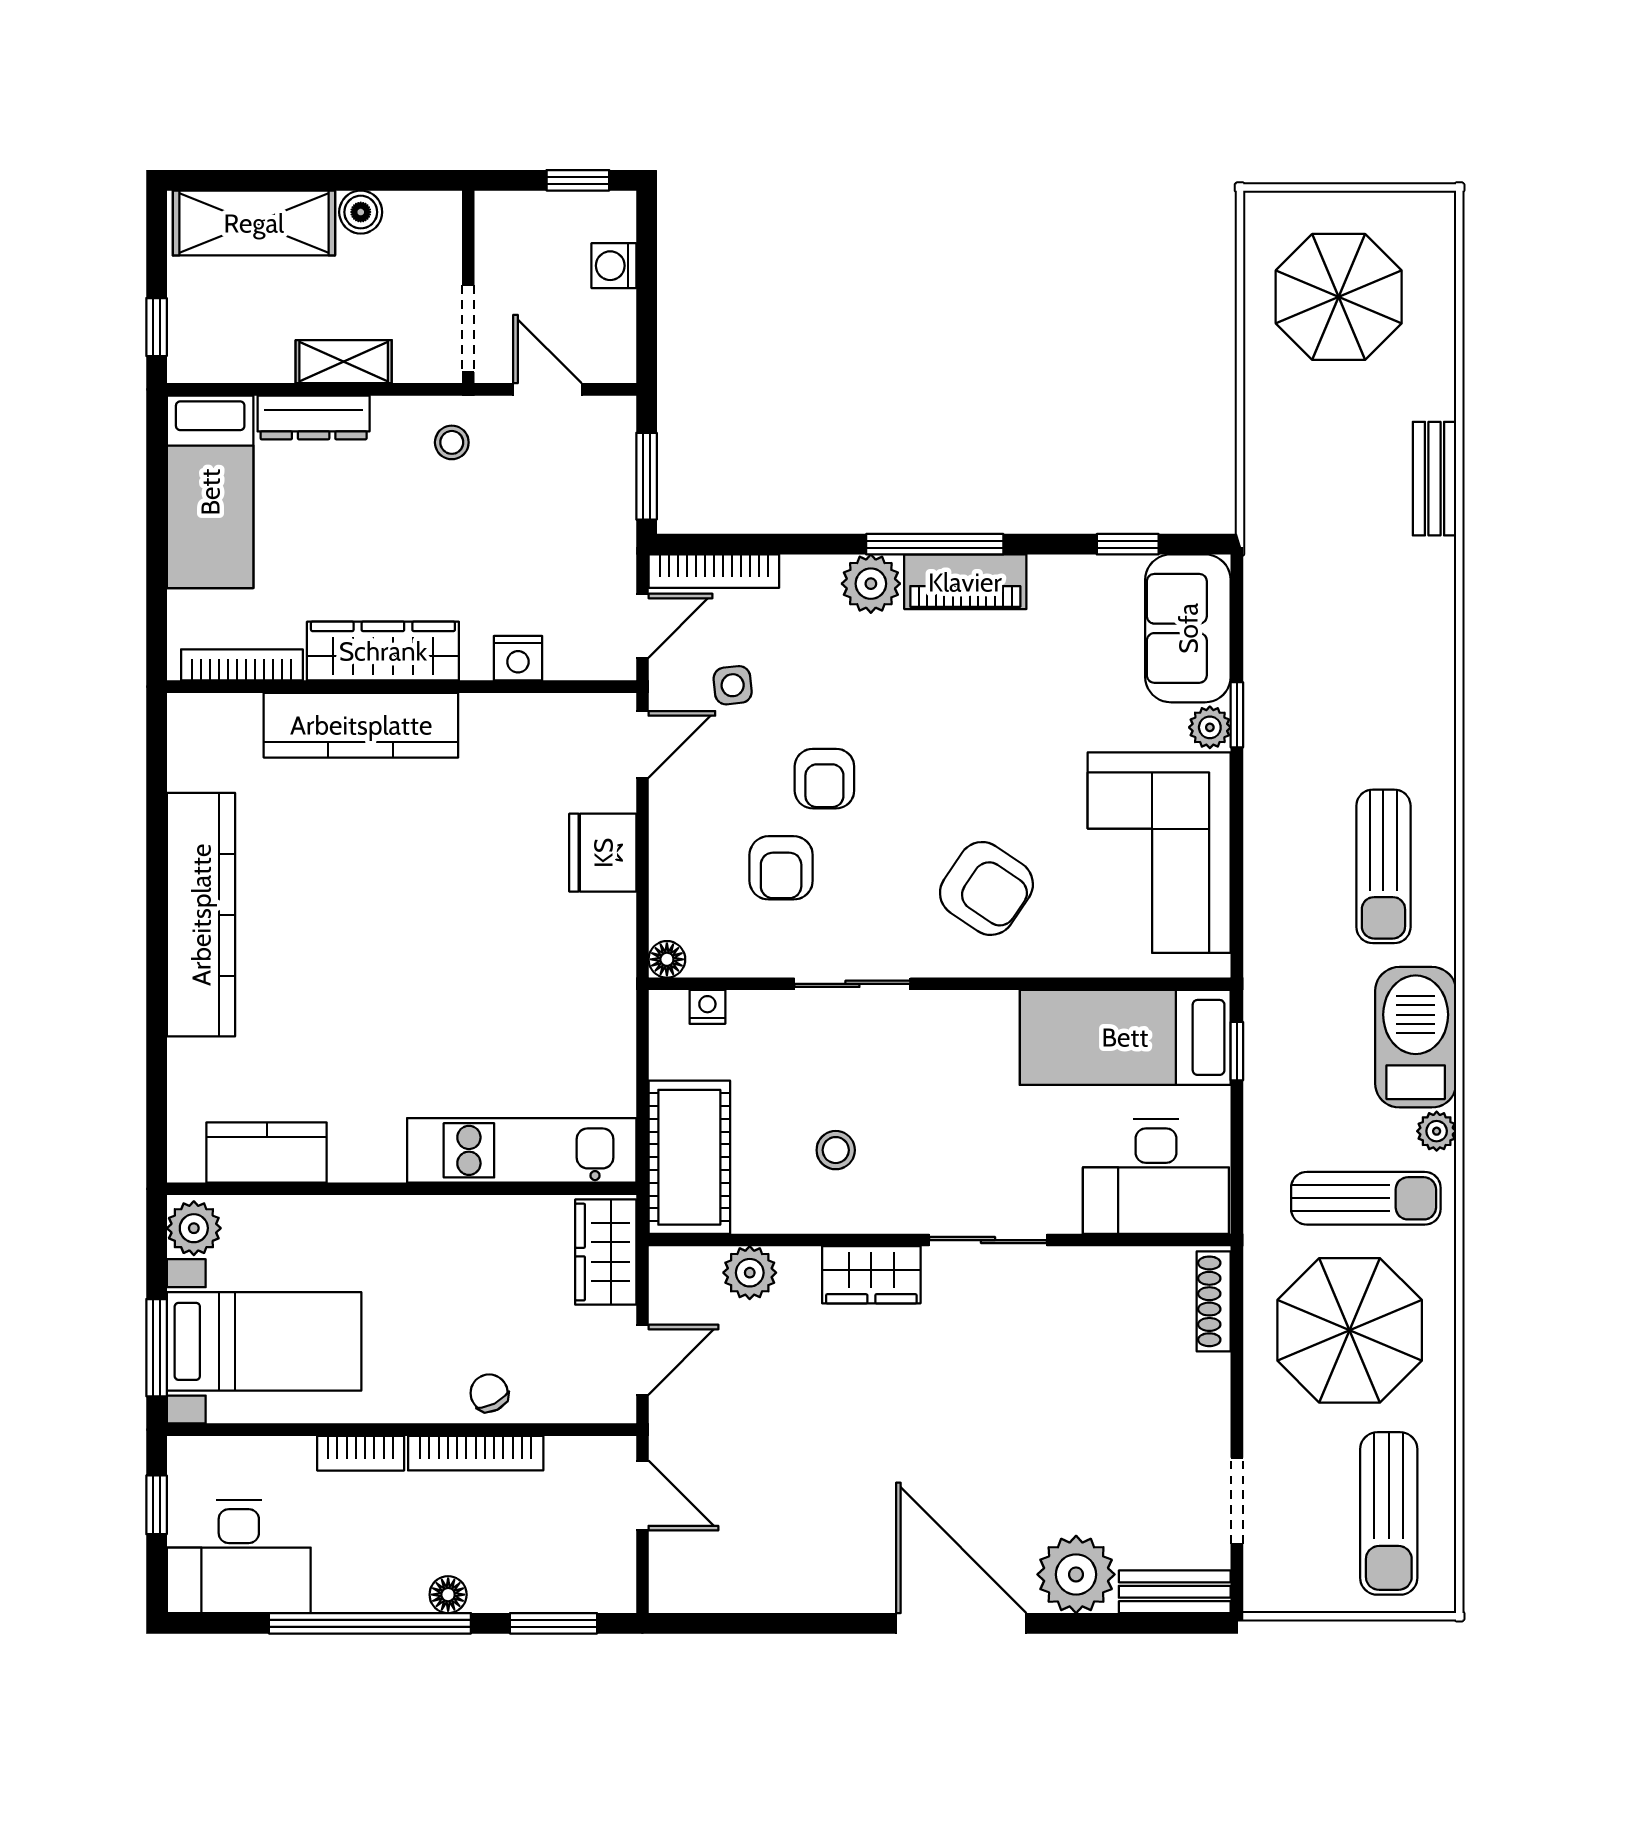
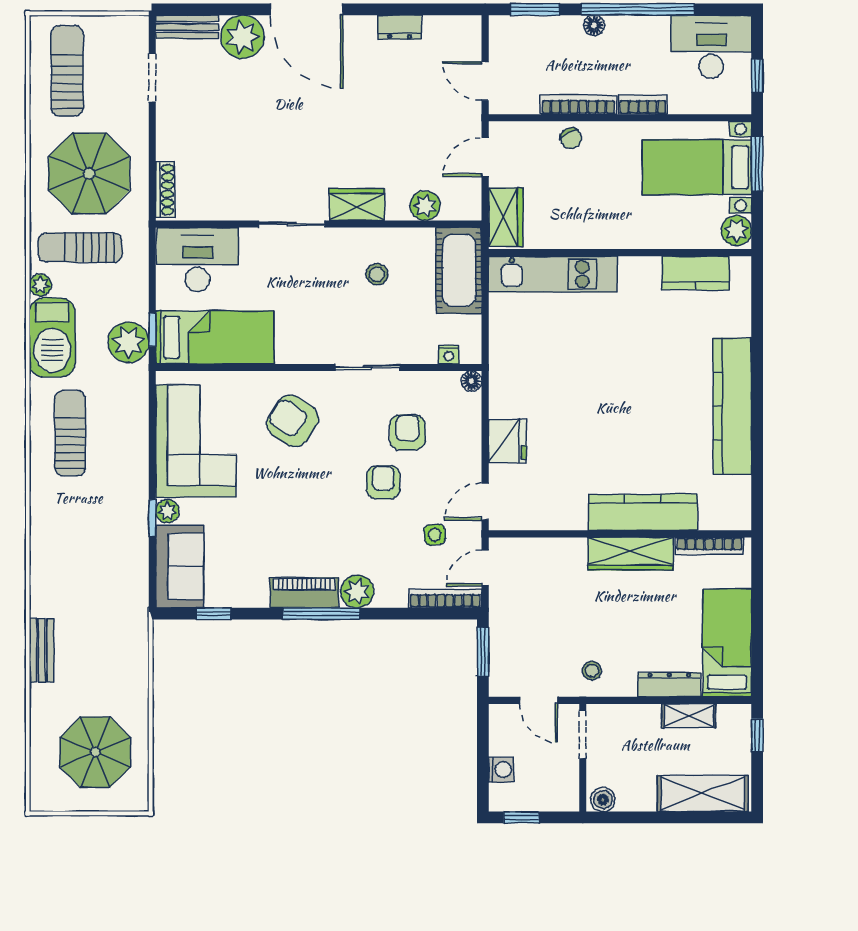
boiler: (361, 212) -> (603, 800), moved
shelving: (344, 362) -> (689, 716), moved
nightstand: (518, 658) -> (555, 550), removed
plant: (1279, 1029) -> (128, 342), added
dresser: (795, 1591) -> (400, 27), added

